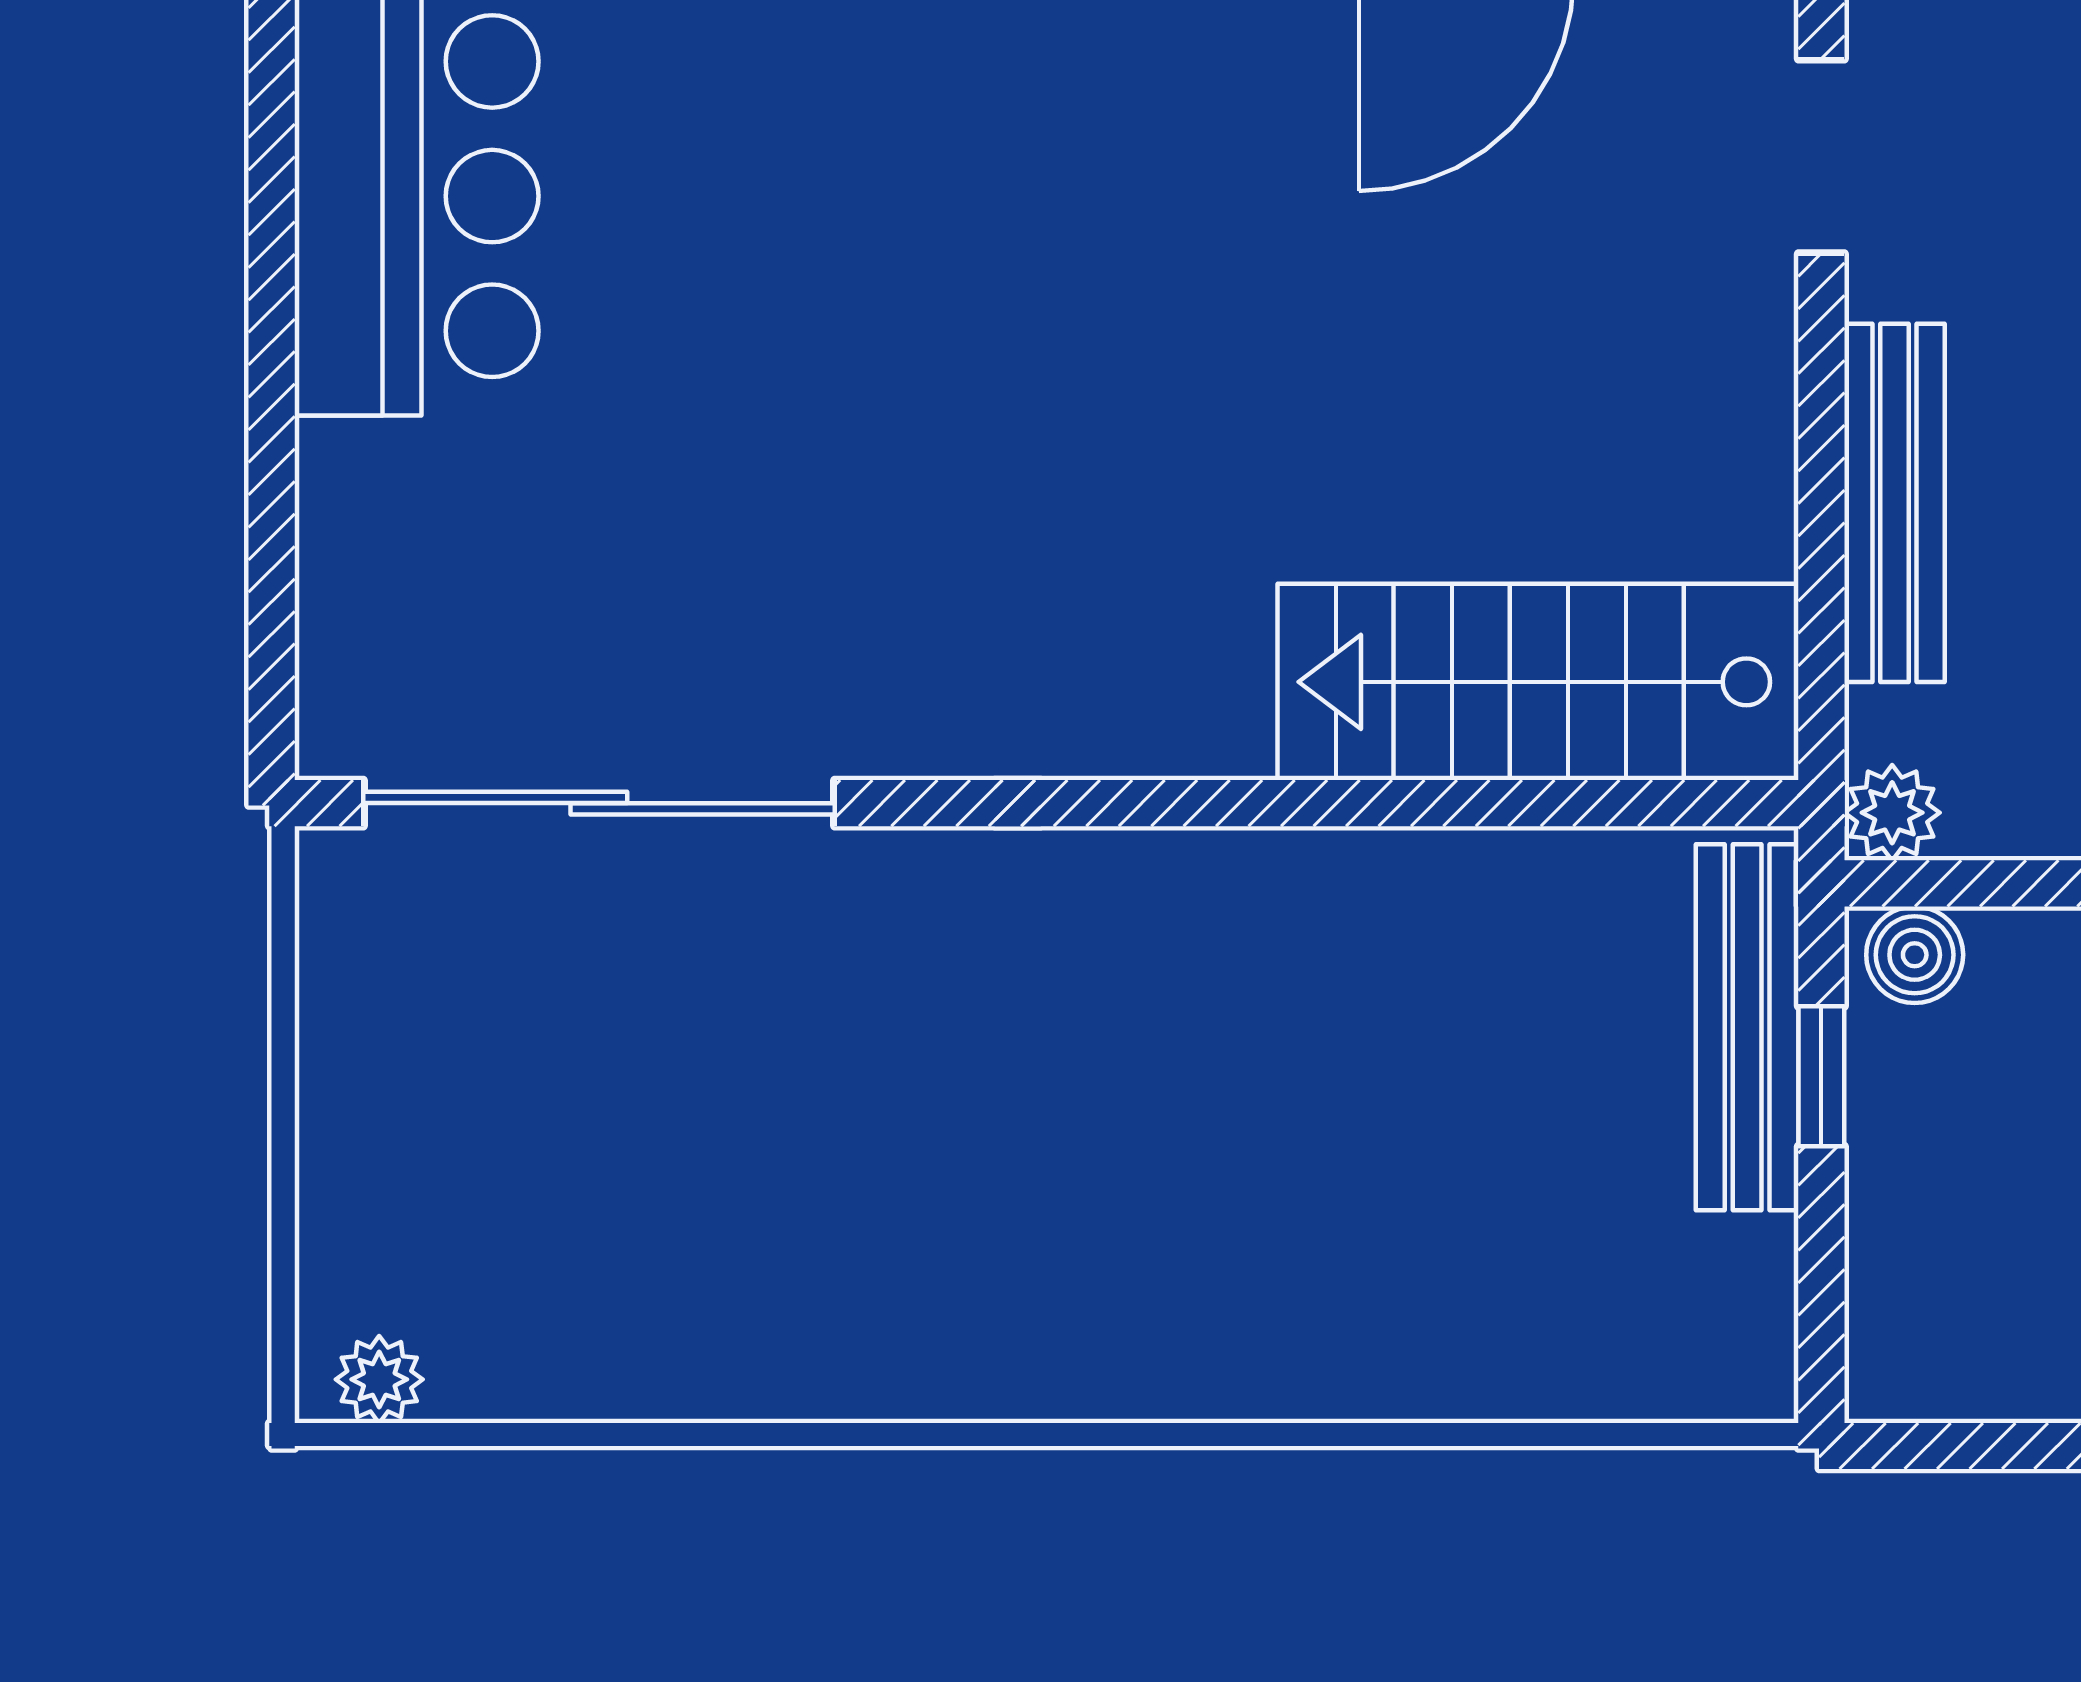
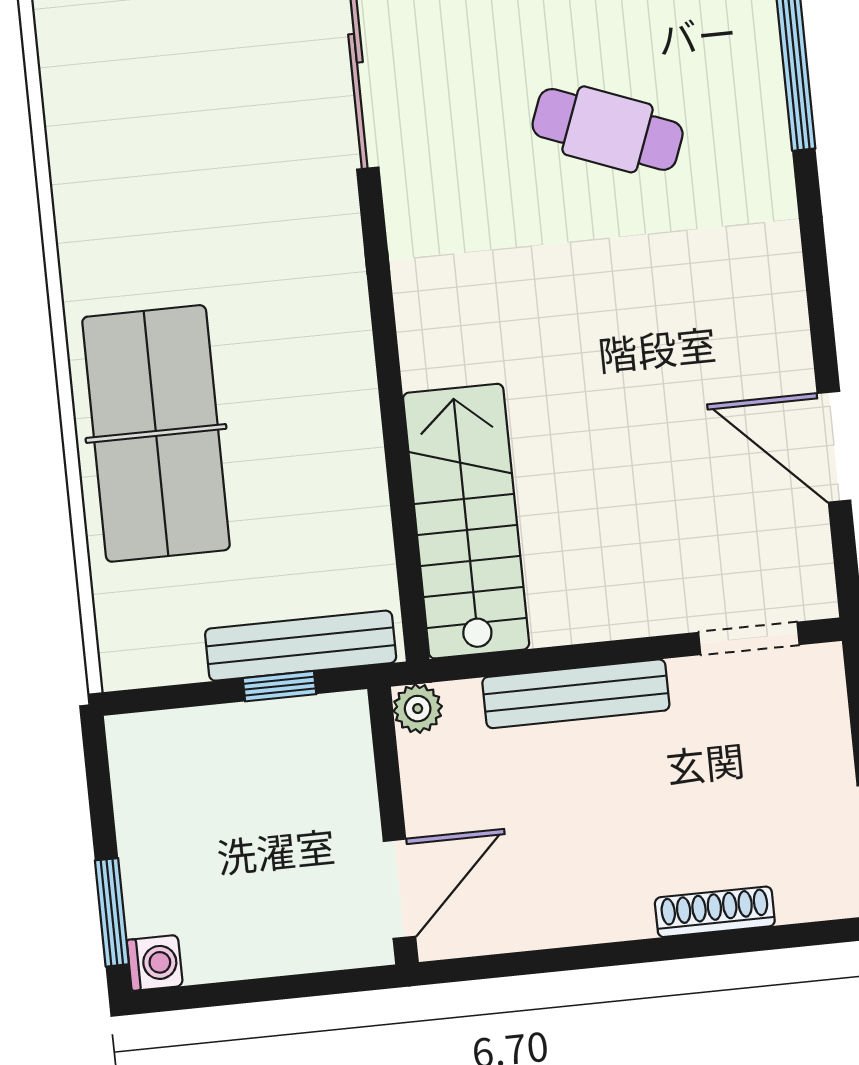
cafe table: (806, 330) -> (608, 129), added
boiler: (1915, 955) -> (346, 727), removed
table tennis table: (1307, 1266) -> (156, 433), added

